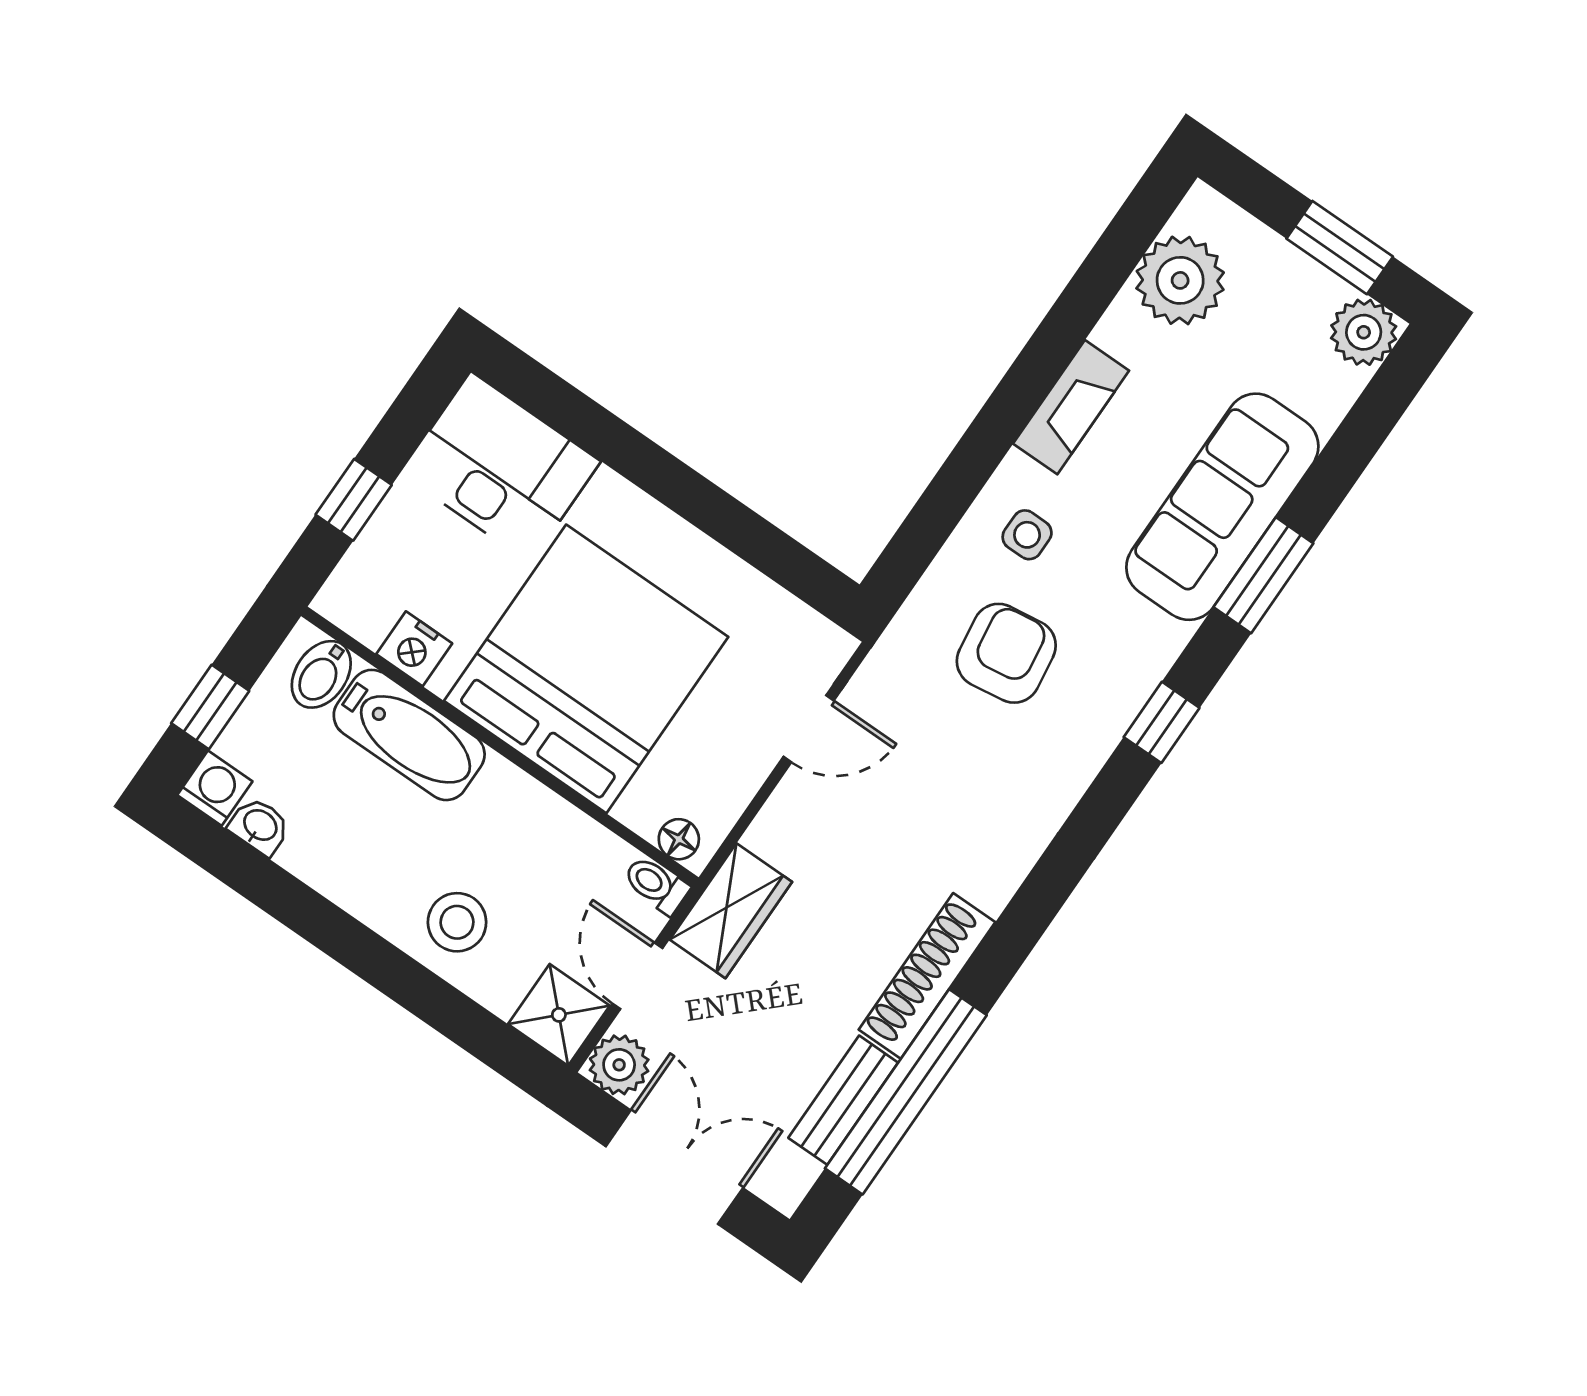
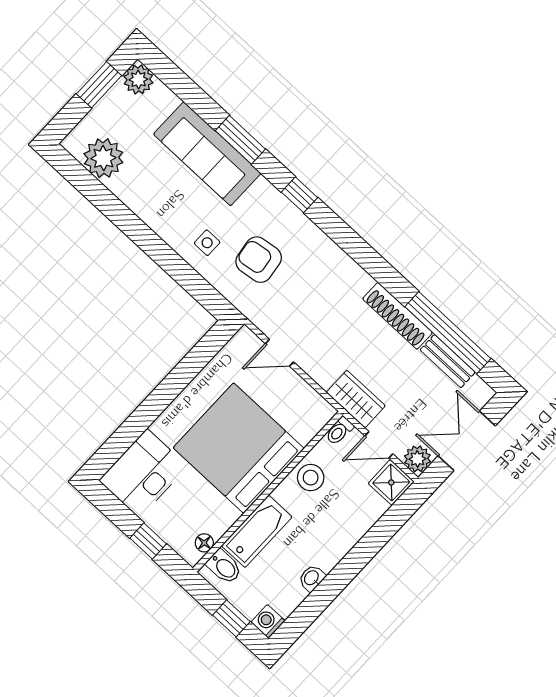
fireplace: (1071, 407) -> (153, 215), removed
nightstand: (414, 649) -> (219, 524), removed
door: (809, 729) -> (280, 353), swing flipped
washbasin: (260, 826) -> (312, 578), moved
floor lamp: (679, 839) -> (204, 543), moved
stool: (457, 922) -> (311, 478), moved

